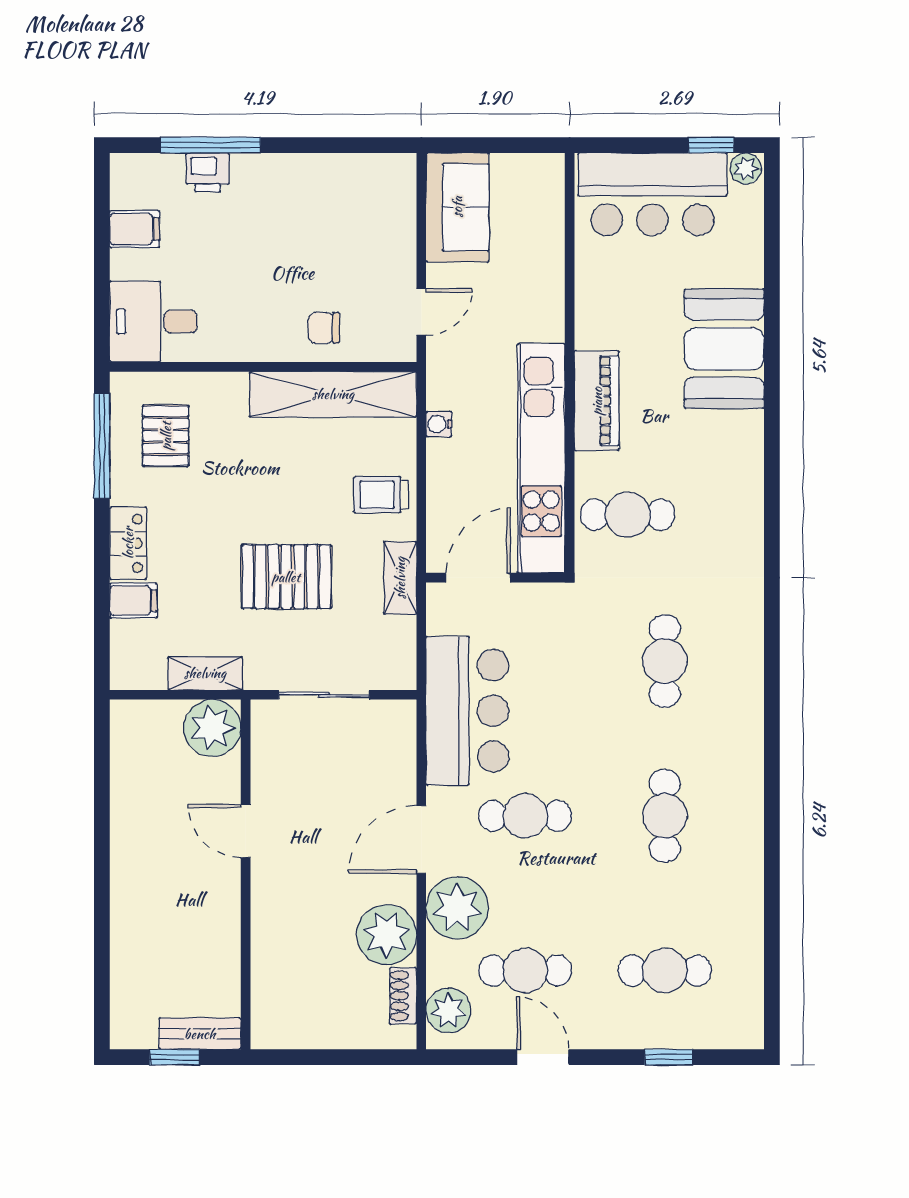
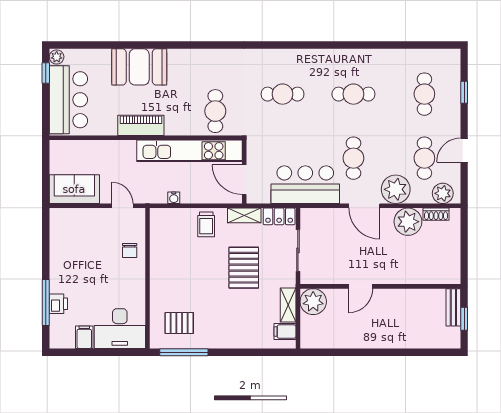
desk: (154, 322) -> (120, 329), width x1.37
shelving: (333, 394) -> (160, 246), removed
piano: (597, 401) -> (141, 125), moved
locker: (128, 543) -> (279, 216), moved, turned 180
filing cabinet: (133, 600) -> (285, 332), moved, turned -90

